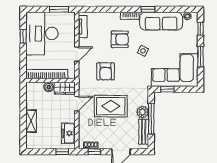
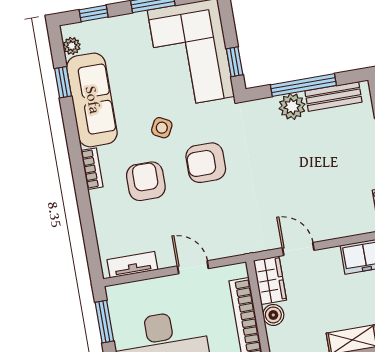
window: (148, 9) -> (63, 82), moved
armchair: (106, 71) -> (206, 163), moved, turned 180
rug: (111, 106) -> (291, 176), removed

